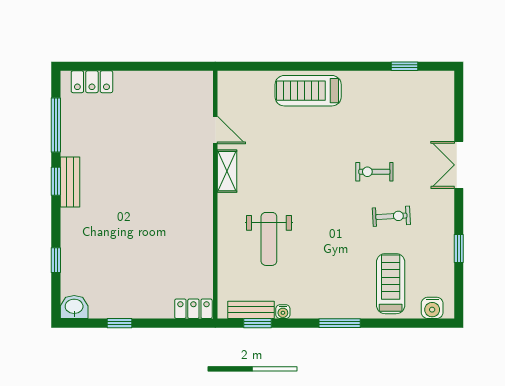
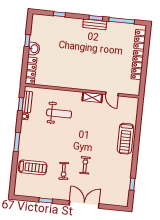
locker: (148, 81) -> (137, 65), added
treadmill: (308, 91) -> (126, 139), turned 180
door: (215, 130) -> (112, 94), hinge flipped
double door: (459, 165) -> (84, 204), width x1.37
weight bench: (269, 239) -> (59, 113), turned 180
washbasin: (74, 307) -> (34, 49), moved
water cooler: (432, 308) -> (19, 185), removed
locker: (193, 309) -> (31, 71), width x1.53

